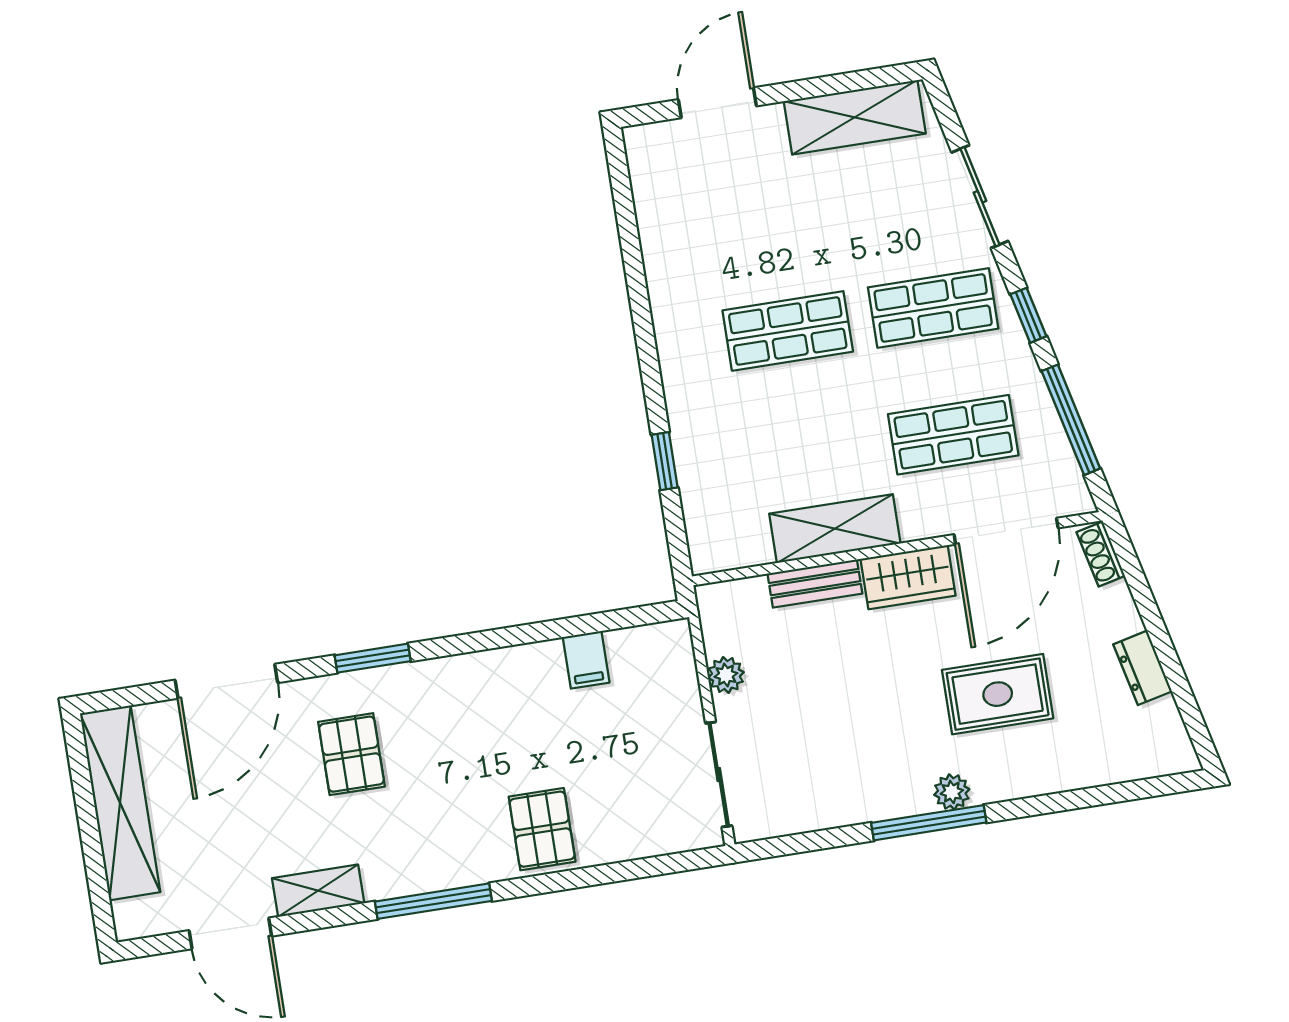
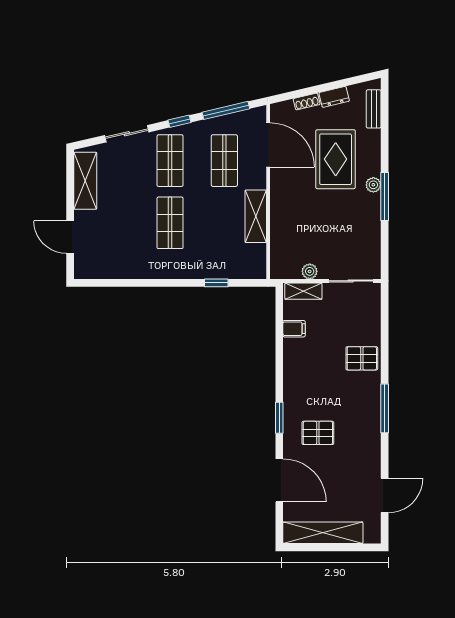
shoe rack: (1101, 554) -> (307, 102), moved
wardrobe: (908, 577) -> (281, 189), removed
bench: (815, 583) -> (374, 109), moved
rug: (998, 694) -> (336, 159), width x1.36, depth x1.43
shelving: (318, 891) -> (303, 291), moved, turned 90

